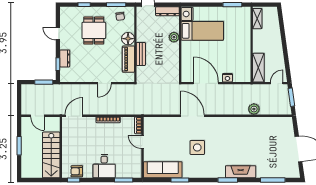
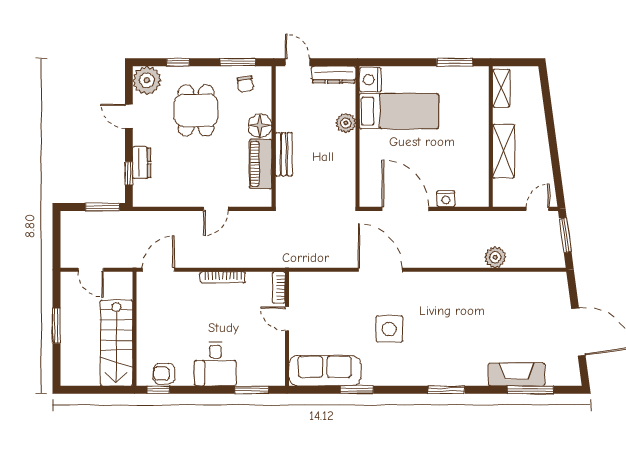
plant: (68, 14) -> (147, 80), added
shelving: (258, 68) -> (503, 151), moved
fireplace: (241, 172) -> (517, 374), moved

